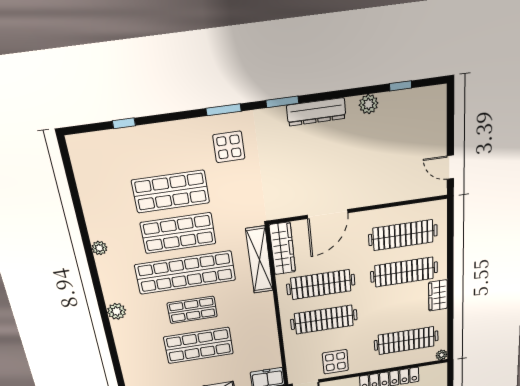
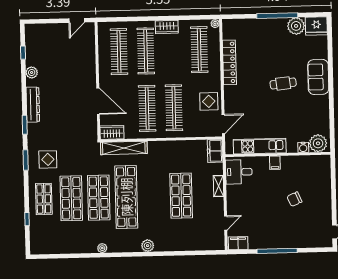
wardrobe: (282, 249) -> (112, 132), width x0.67
shop shelf: (192, 310) -> (44, 199), moved

